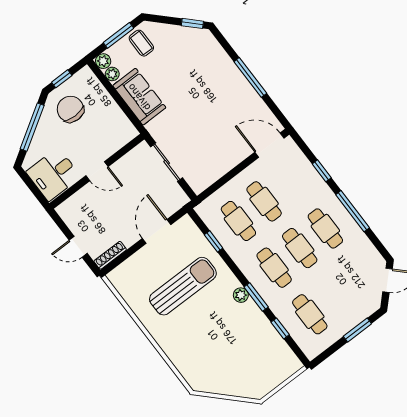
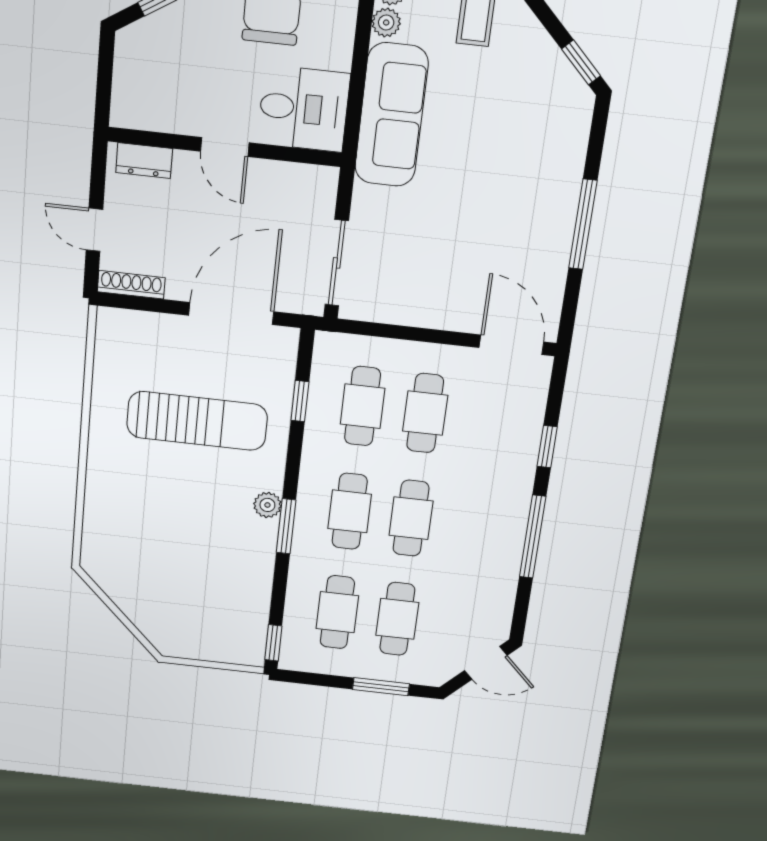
sofa: (139, 97) -> (391, 115), width x1.36
sliding door: (167, 162) -> (337, 263), moved
desk: (53, 174) -> (304, 109), moved, turned 180
dresser: (73, 204) -> (144, 161), added
cafe table: (325, 228) -> (397, 619), moved
door: (157, 231) -> (231, 314), width x1.36
window: (280, 328) -> (273, 643), moved

